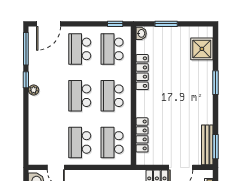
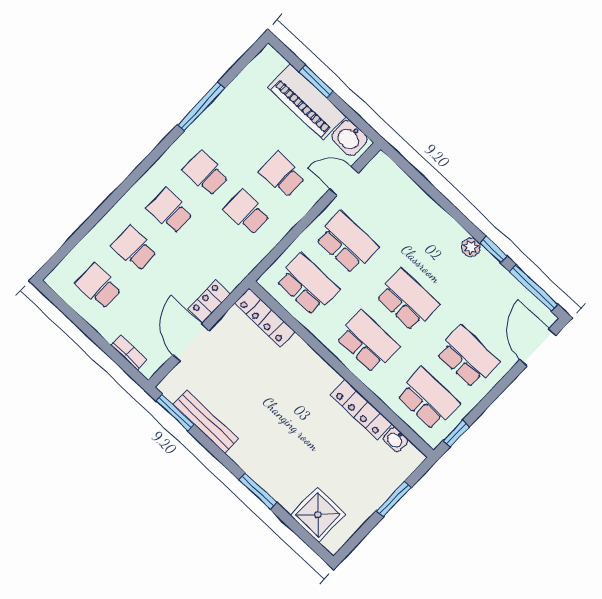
washbasin: (141, 33) -> (395, 439), moved
locker: (142, 135) -> (265, 317), moved
bench: (207, 145) -> (206, 422), moved

